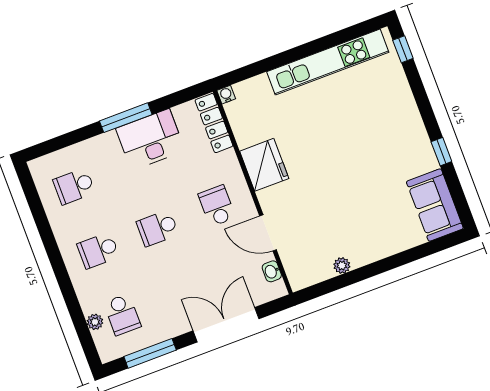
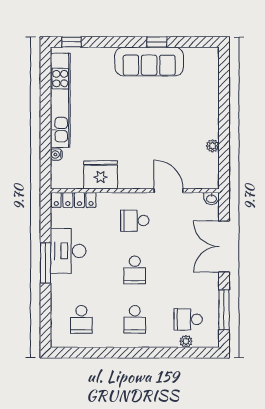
water cooler: (226, 95) -> (56, 155), moved
fridge: (264, 165) -> (101, 175), moved
sofa: (435, 205) -> (149, 61), moved, width x1.36
door: (268, 233) -> (168, 191), swing flipped
washbasin: (272, 271) -> (211, 198), moved
school desk: (122, 315) -> (188, 319), turned 180

